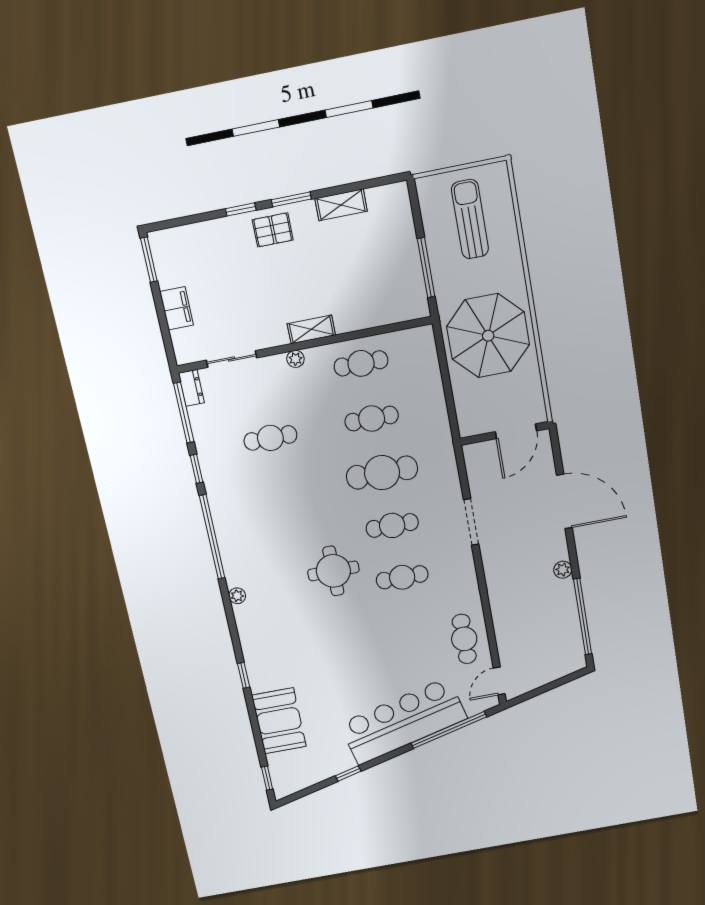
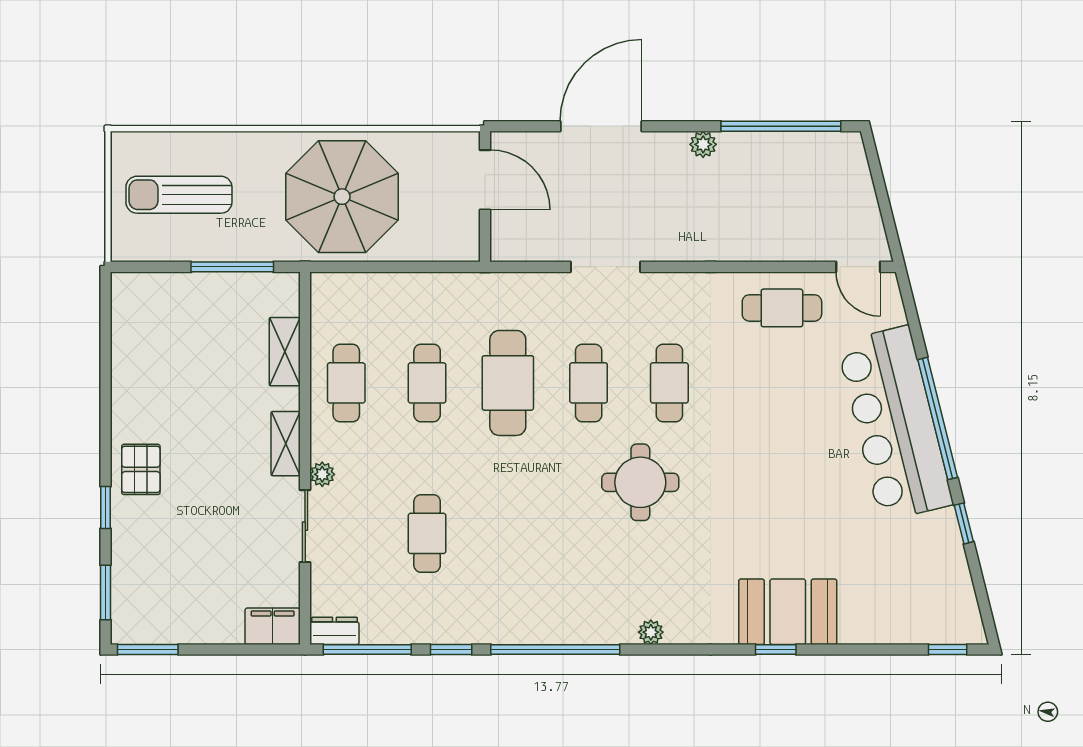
window: (291, 199) -> (106, 593), moved
shelving: (341, 205) -> (285, 352), moved
filing cabinet: (177, 308) -> (273, 626), moved
sliding door: (232, 359) -> (305, 526), moved
booth: (279, 721) -> (788, 612), moved
window: (449, 730) -> (938, 418), moved

